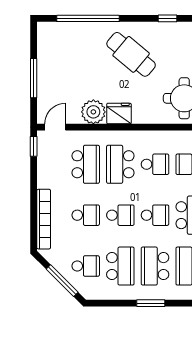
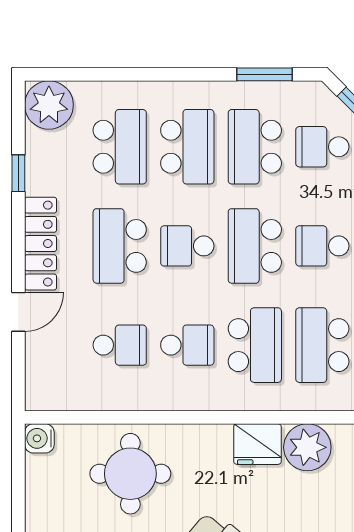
school desk: (155, 164) -> (187, 345), turned 180
school desk: (120, 215) -> (255, 246), width x1.85
window: (151, 303) -> (264, 74), moved

